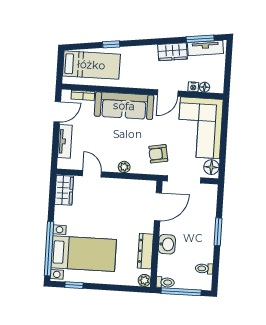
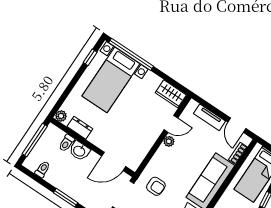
armchair: (158, 154) -> (156, 186), turned 100
plant: (124, 167) -> (169, 141), moved
door: (158, 207) -> (114, 161), hinge flipped
dresser: (145, 251) -> (80, 128), width x0.70
toilet: (165, 282) -> (67, 143), moved

